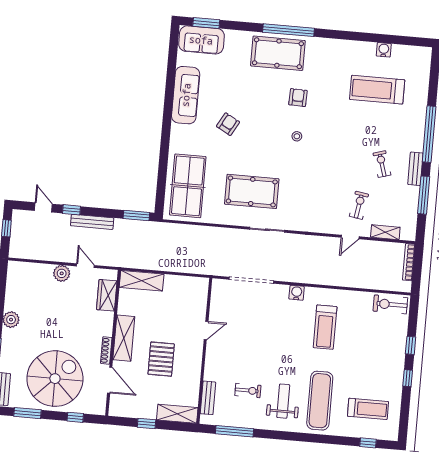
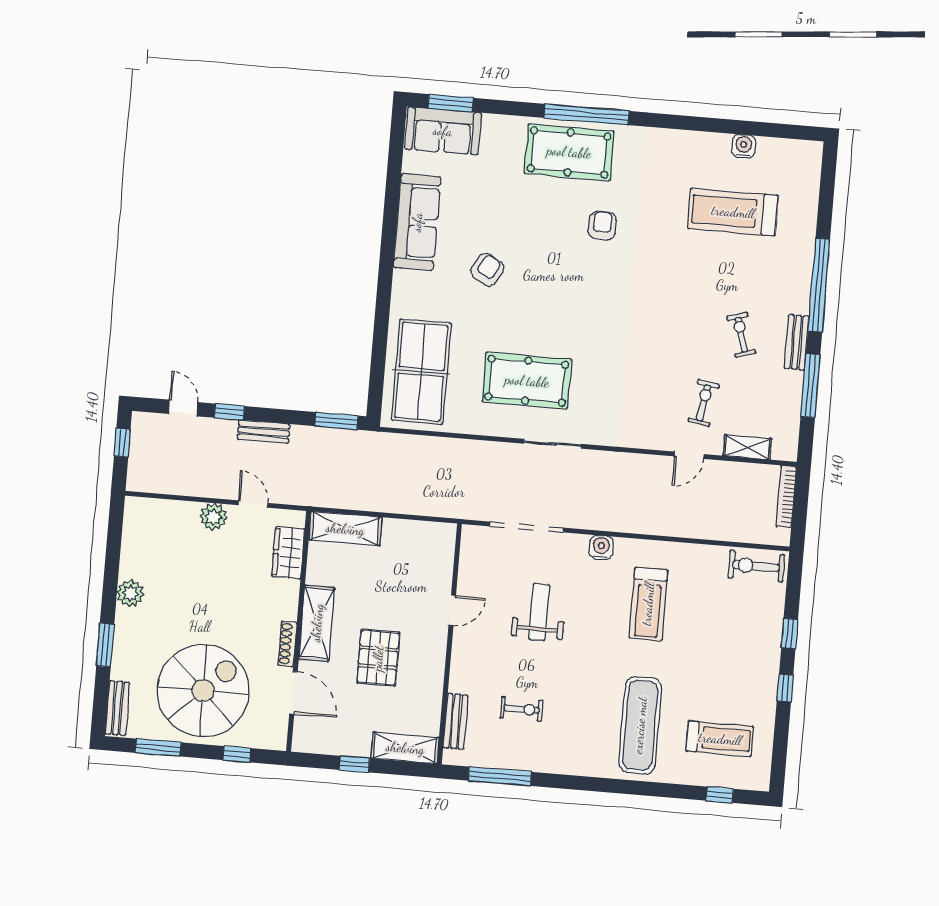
stool: (297, 136) -> (601, 289), removed
bench: (92, 222) -> (264, 432), width x0.73
weight bench: (283, 401) -> (539, 612), moved

